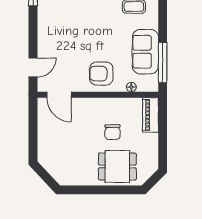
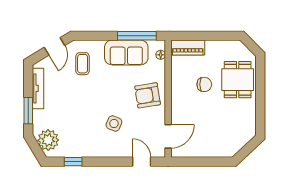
side table: (72, 39) -> (114, 124), added
armchair: (101, 74) -> (148, 95), turned 81
floor lamp: (131, 87) -> (161, 55), moved

